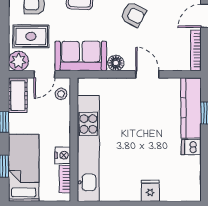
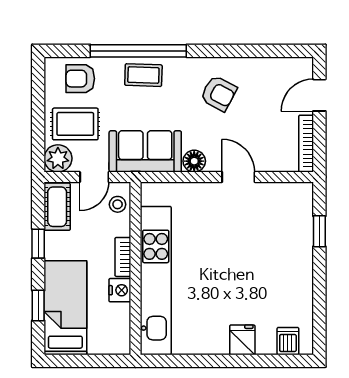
kitchen counter: (191, 108) -> (299, 224), removed
dishwasher: (191, 147) -> (288, 341), moved, turned 90
bookcase: (65, 179) -> (123, 257), moved

